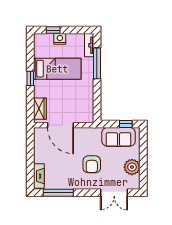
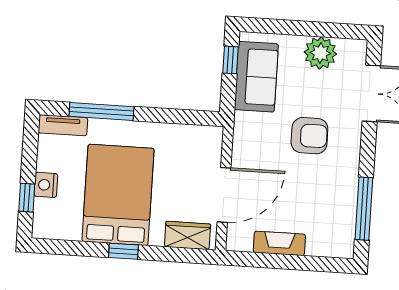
bed: (57, 69) -> (118, 195), width x1.50
fireplace: (39, 176) -> (279, 243), moved

